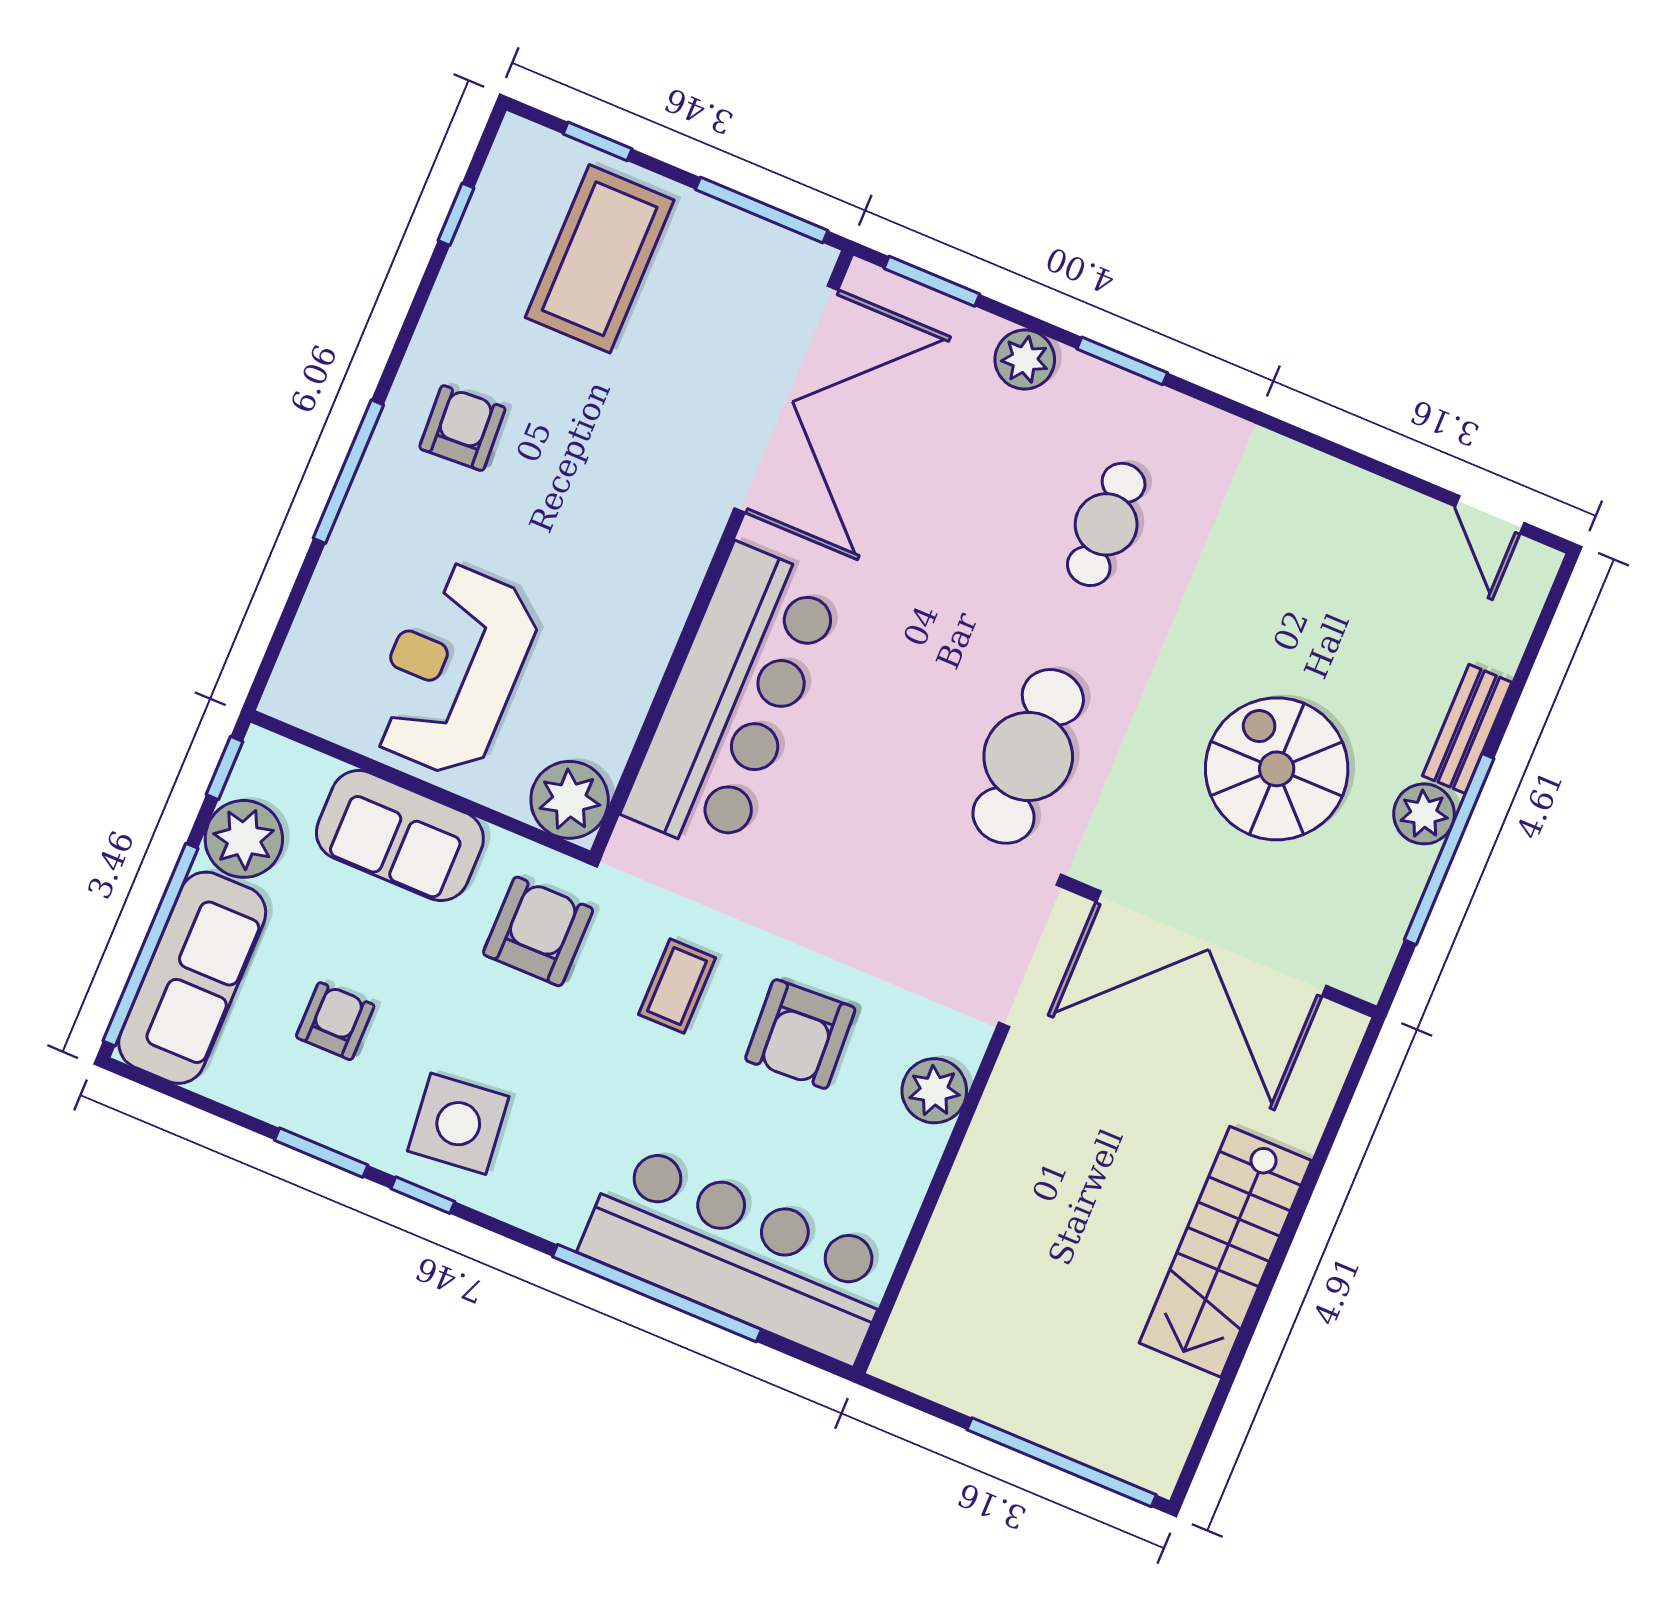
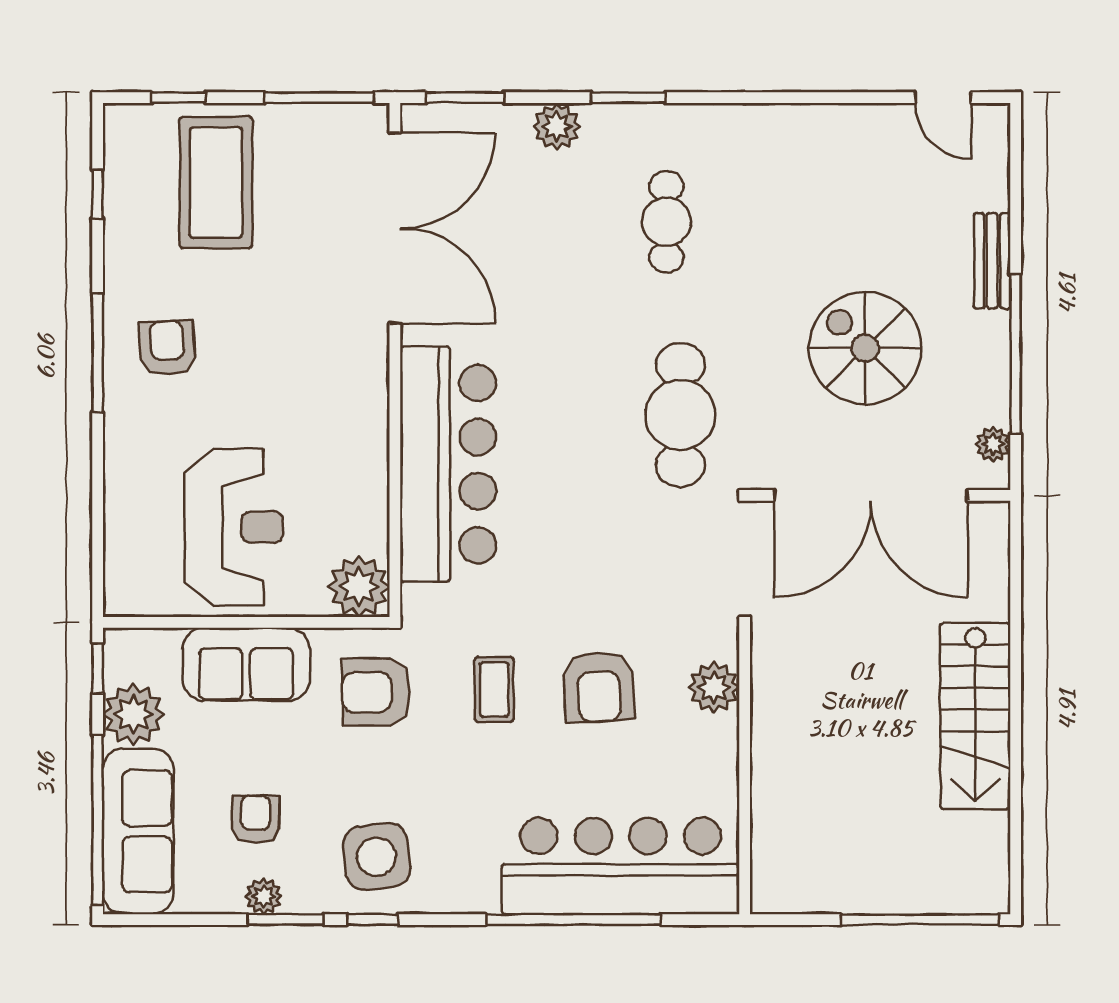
window: (348, 472) -> (98, 353), moved
reception desk: (452, 670) -> (234, 527), turned 180
plant: (1424, 814) -> (993, 444), moved, width x0.73, depth x0.73
armchair: (538, 931) -> (376, 692), turned -90
plant: (307, 1115) -> (264, 896), added

